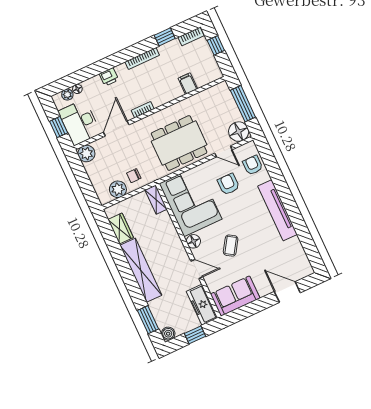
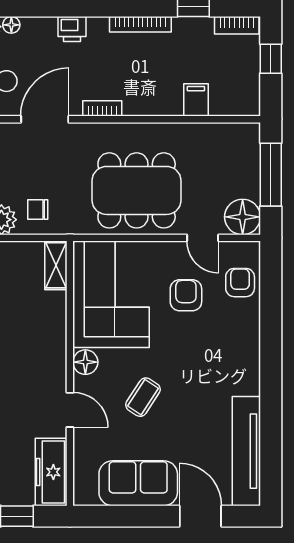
tv unit: (278, 210) -> (246, 451), moved
sofa: (235, 296) -> (138, 483), moved

